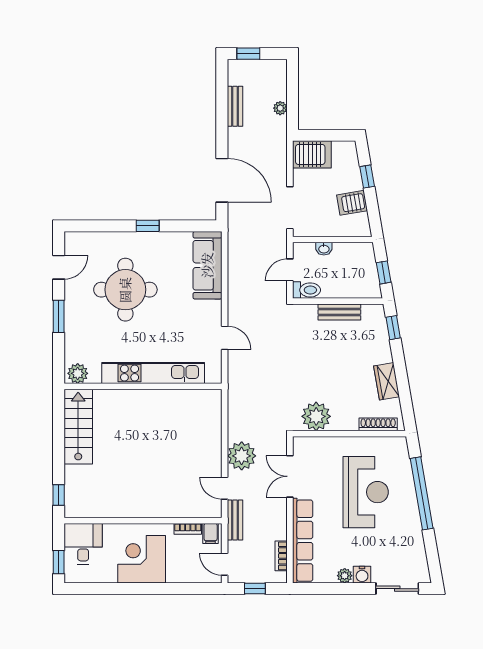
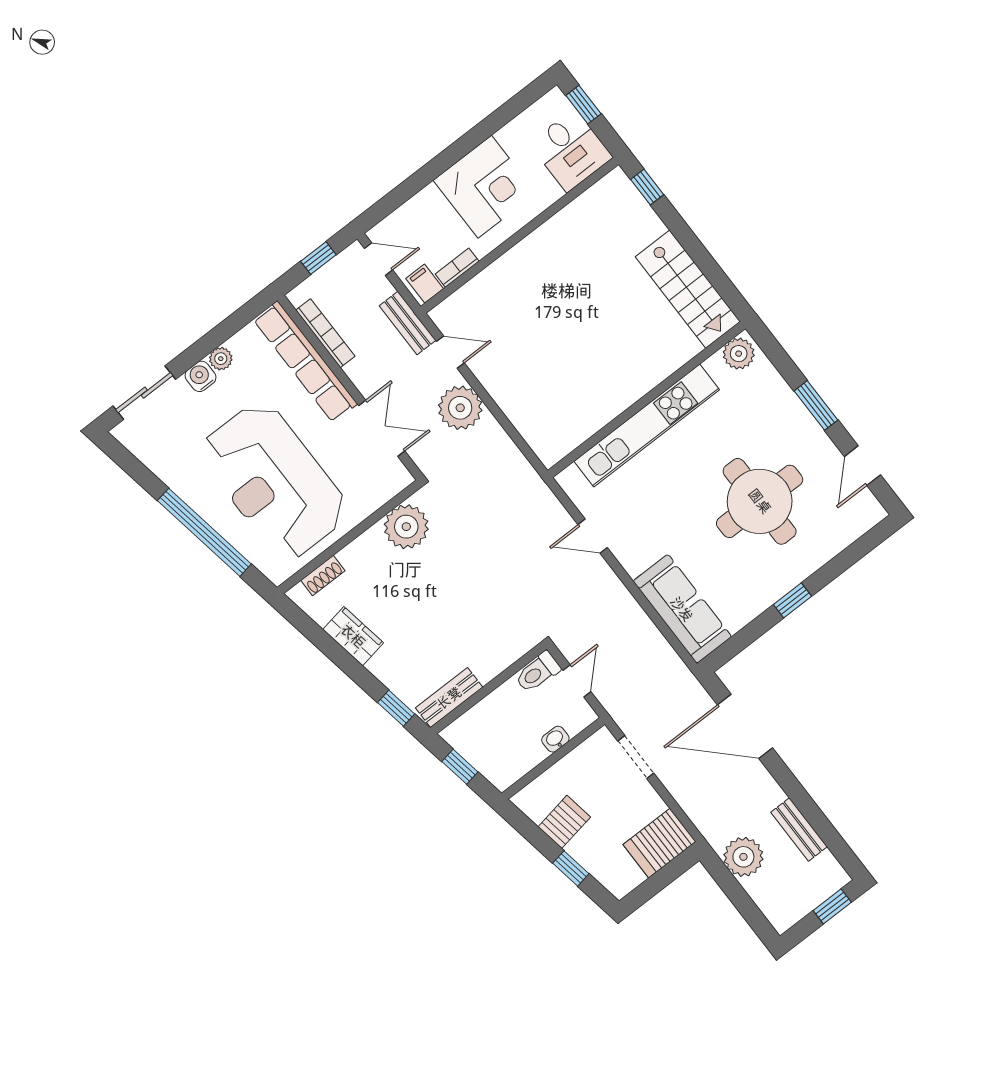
plant: (280, 108) -> (743, 857), width x1.88, depth x1.88
doorway: (290, 208) -> (636, 757), width x0.73
bench: (339, 312) -> (449, 698), moved
shoe rack: (378, 424) -> (323, 575), width x0.70
reception desk: (366, 492) -> (274, 481), width x1.36, depth x1.30
bookcase: (281, 556) -> (325, 333), width x1.56

